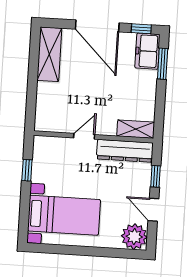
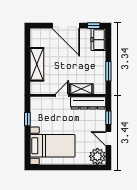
shelving: (49, 54) -> (37, 64), moved
window: (163, 64) -> (108, 71), moved
shelving: (136, 129) -> (81, 89), moved

